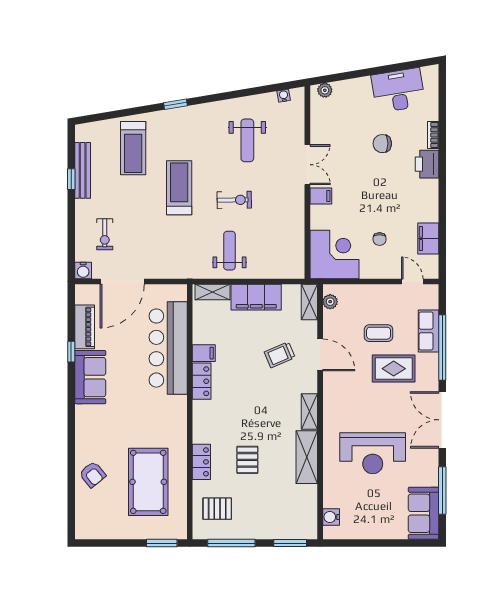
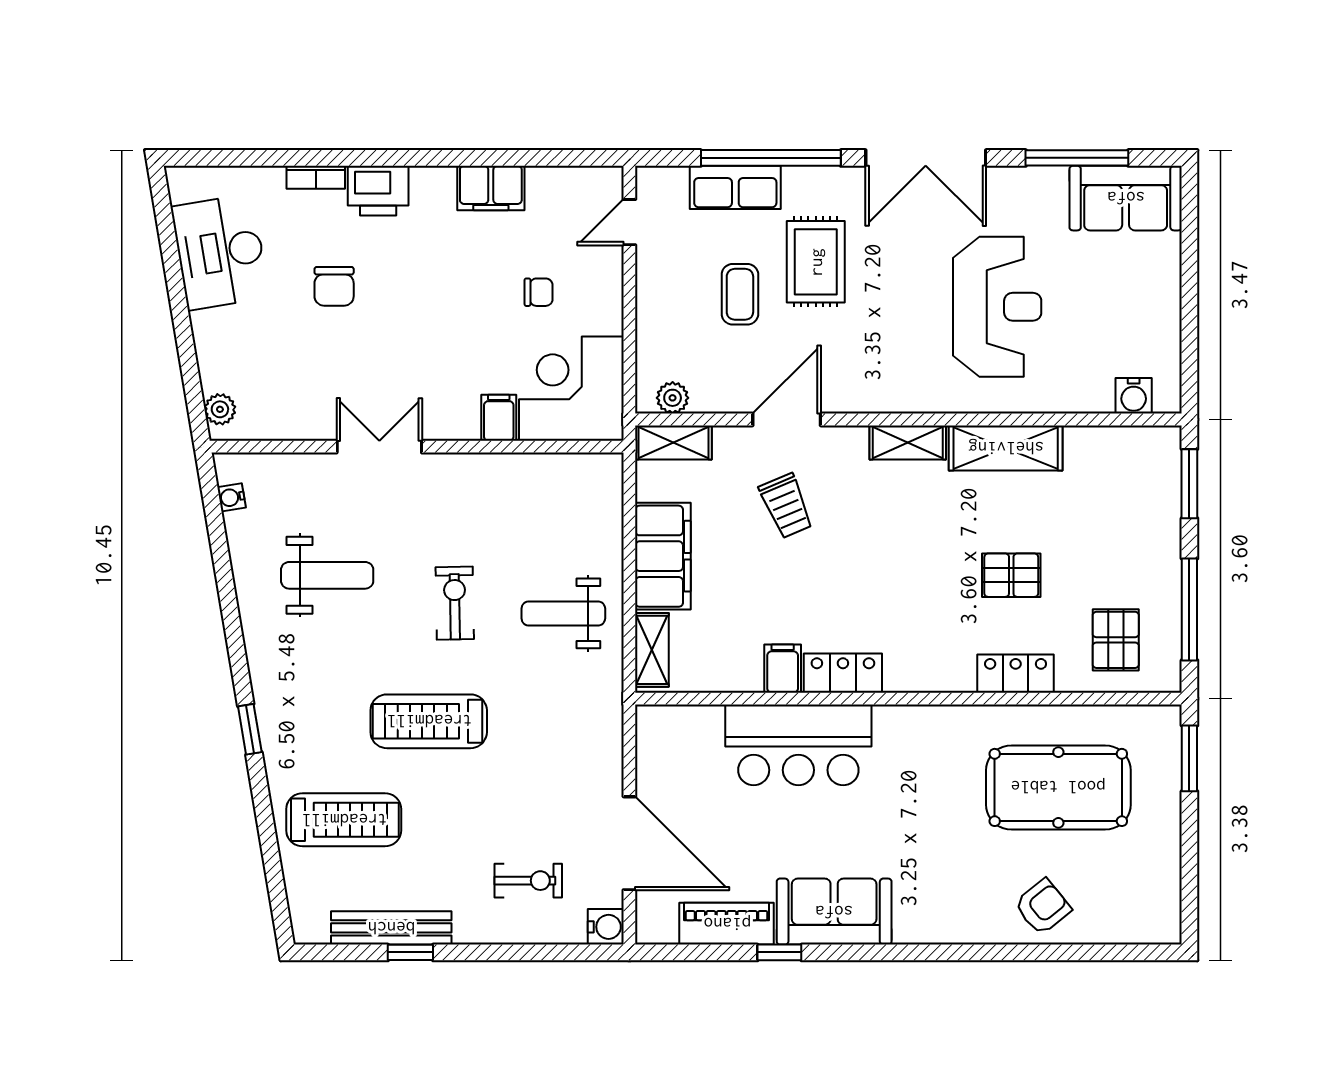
filing cabinet: (321, 196) -> (499, 418), moved
filing cabinet: (428, 238) -> (491, 188), moved
bar counter: (168, 348) -> (798, 745), width x0.73

